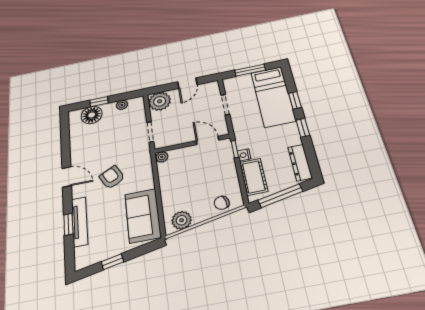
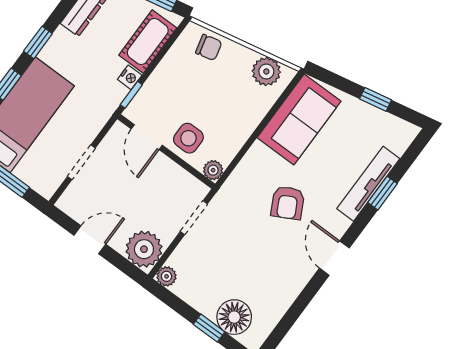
plant: (122, 105) -> (167, 276), moved
side table: (188, 158) -> (188, 138), added

